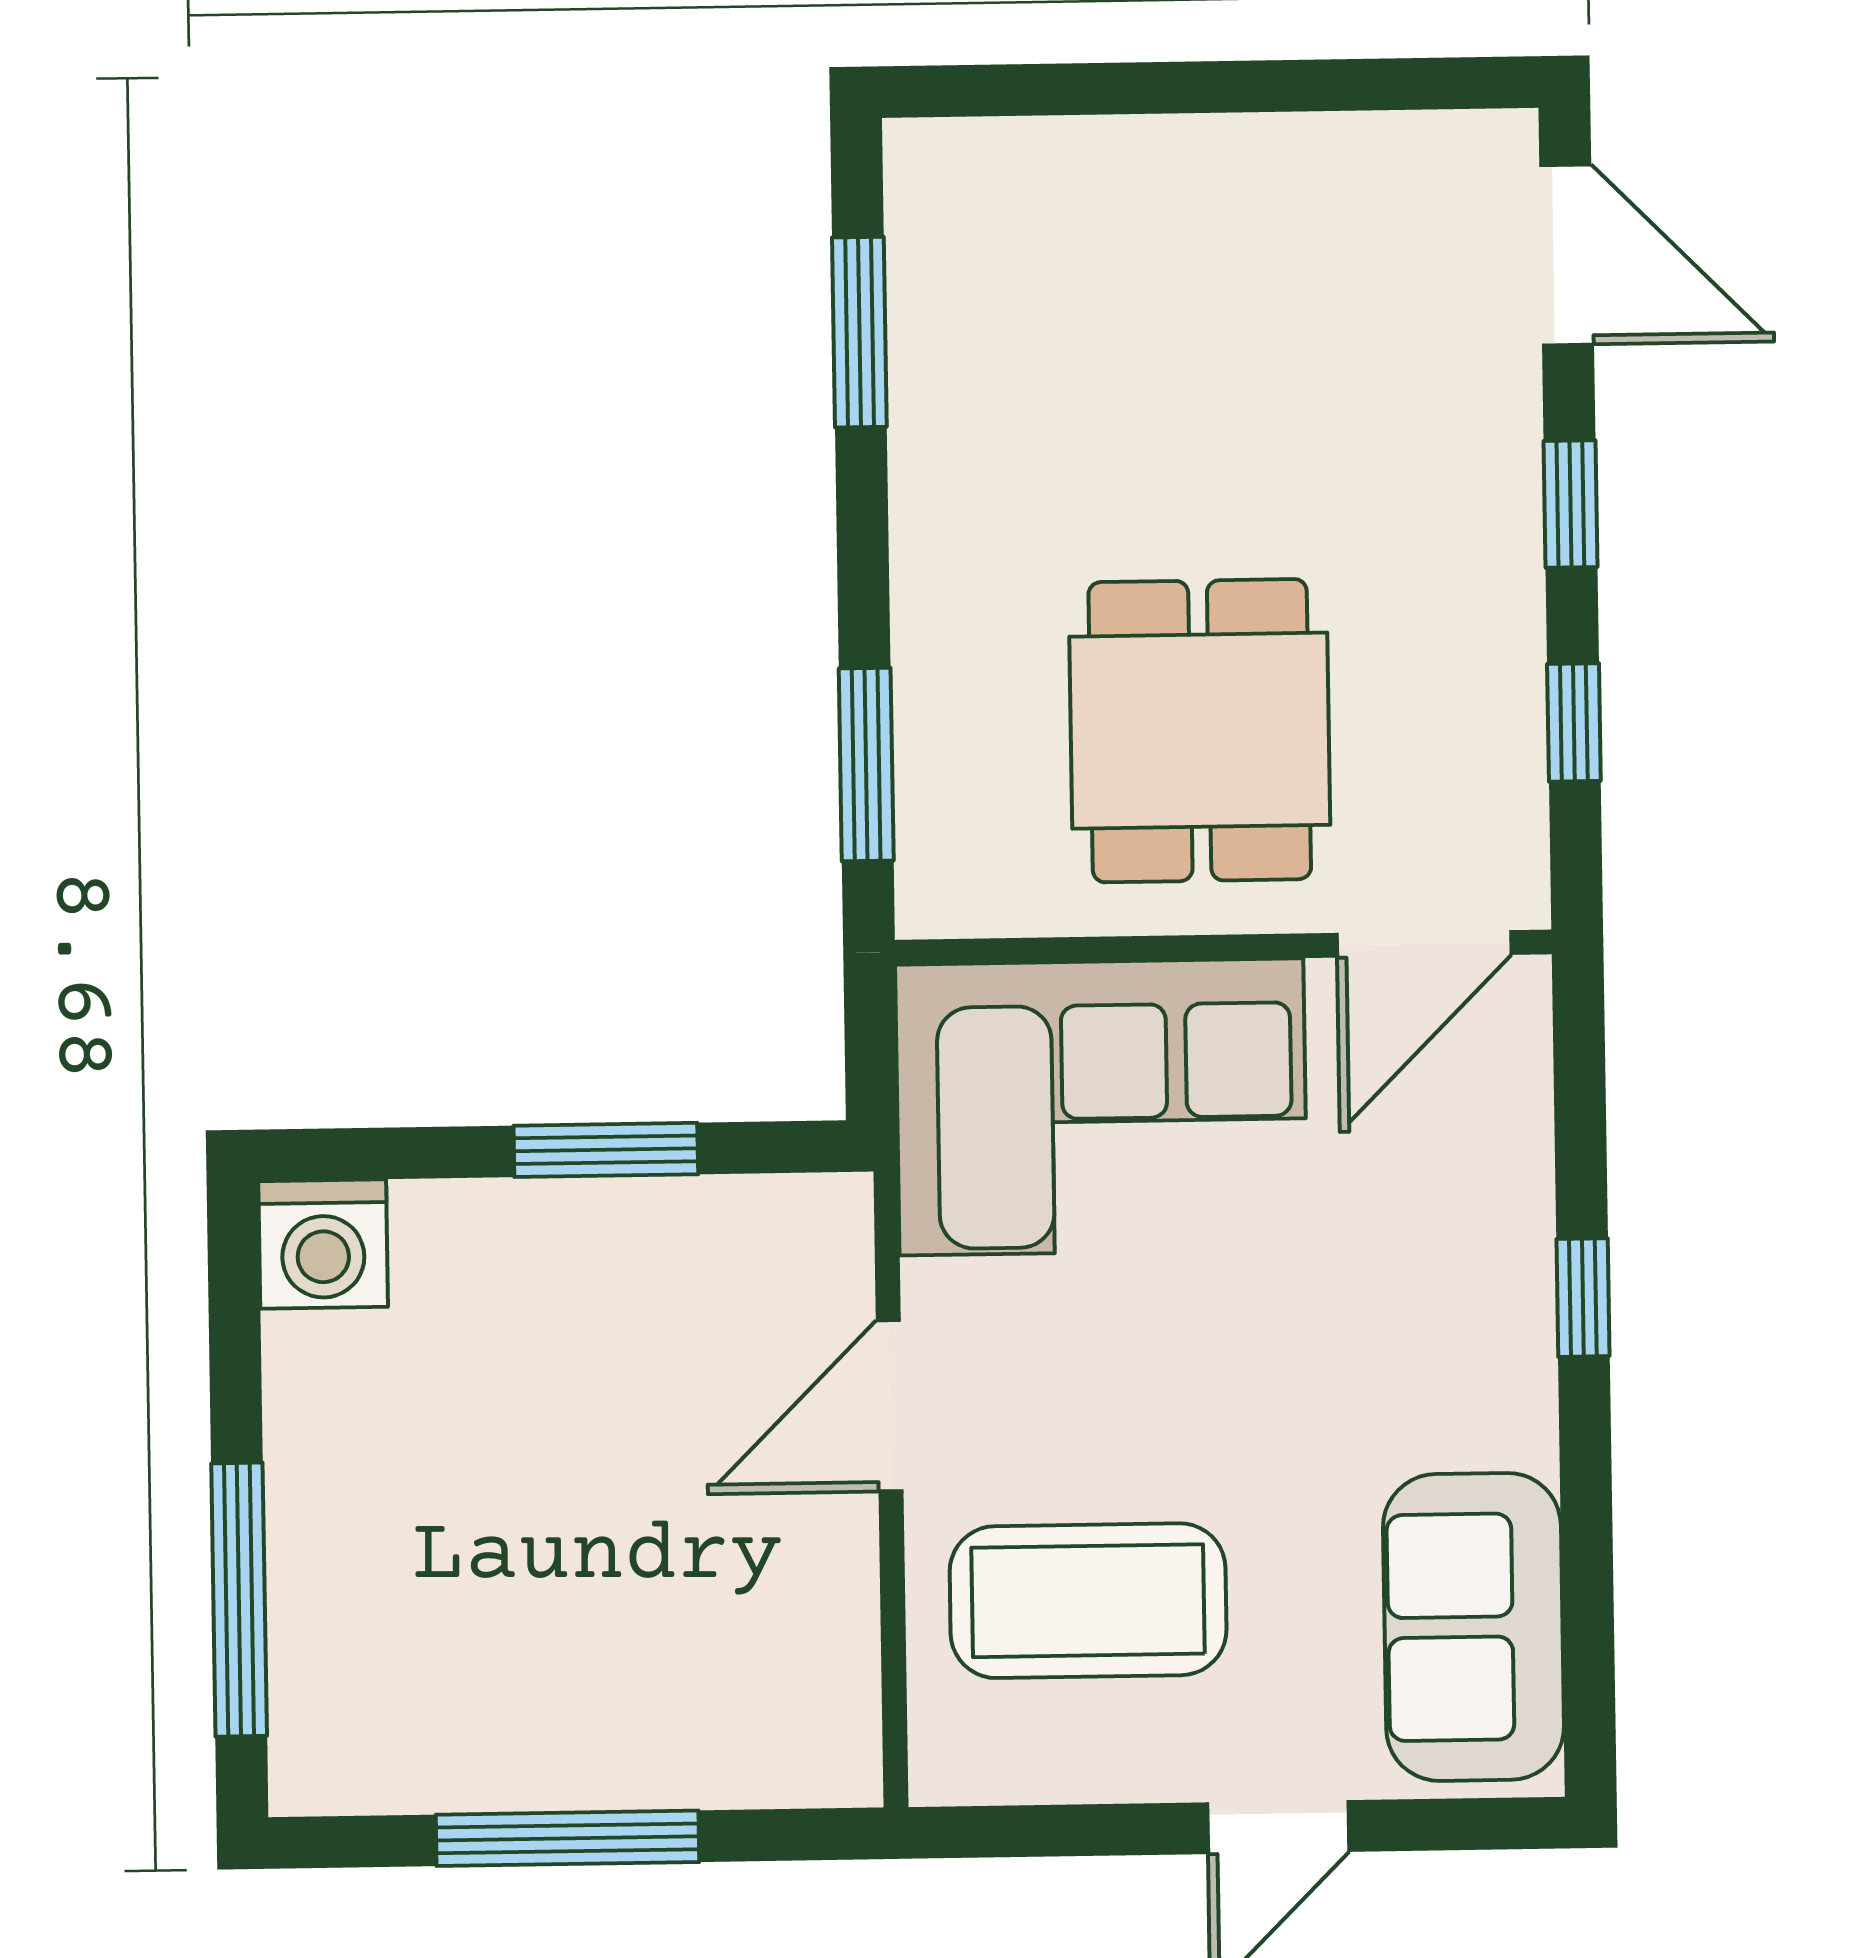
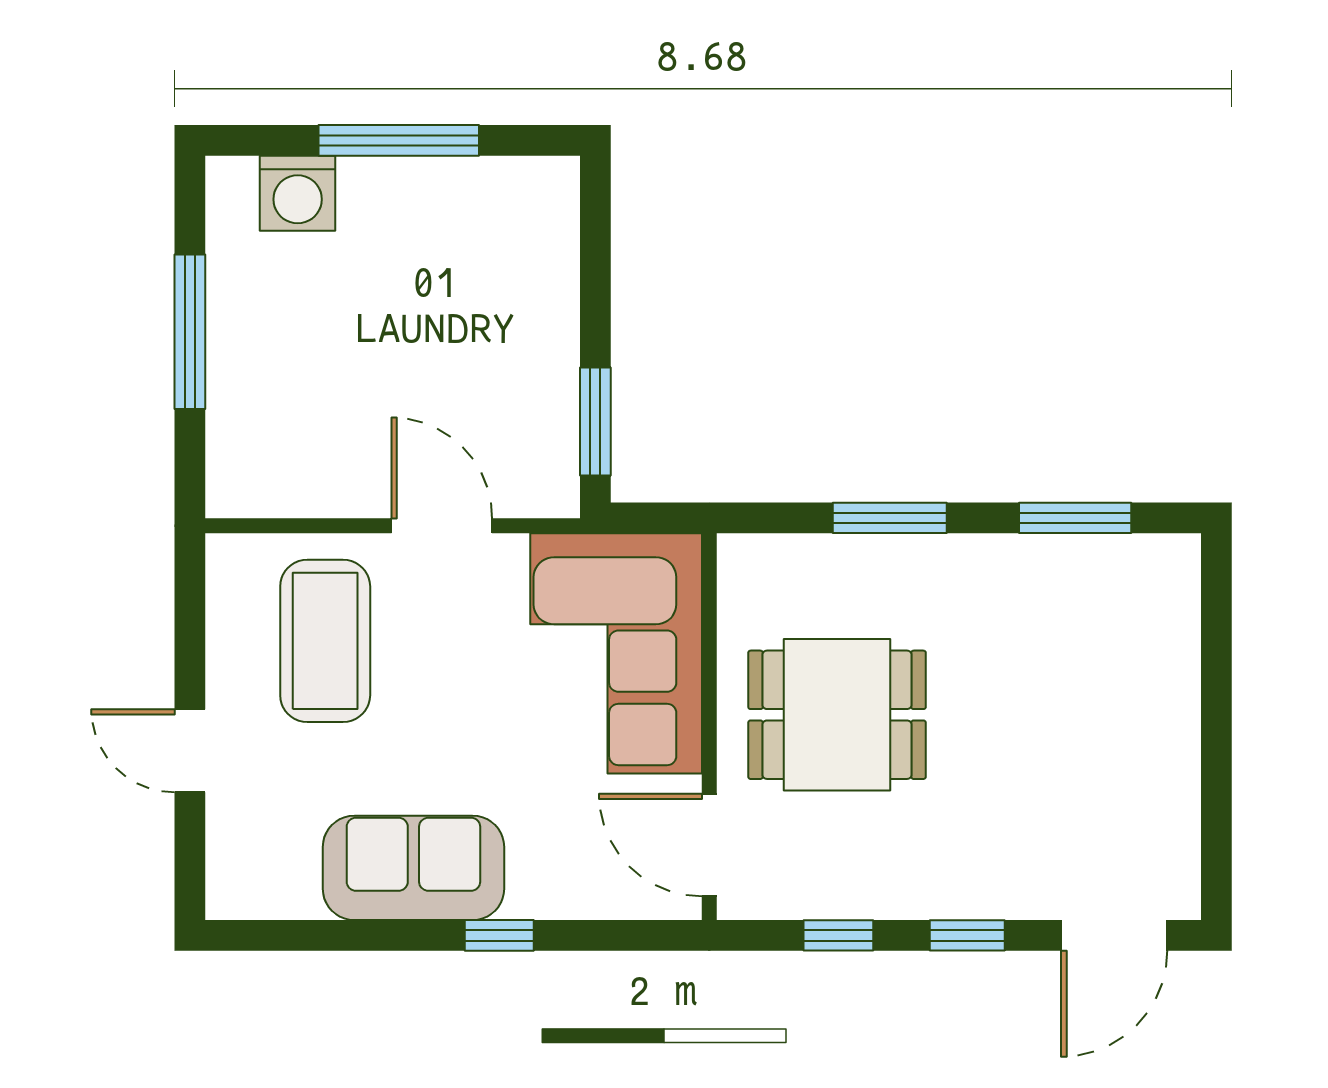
window: (866, 765) -> (890, 518), moved
window: (606, 1150) -> (595, 422), moved
washing machine: (323, 1244) -> (298, 193), moved, turned -90
window: (239, 1600) -> (399, 140), moved
sofa: (1474, 1627) -> (413, 868), moved

